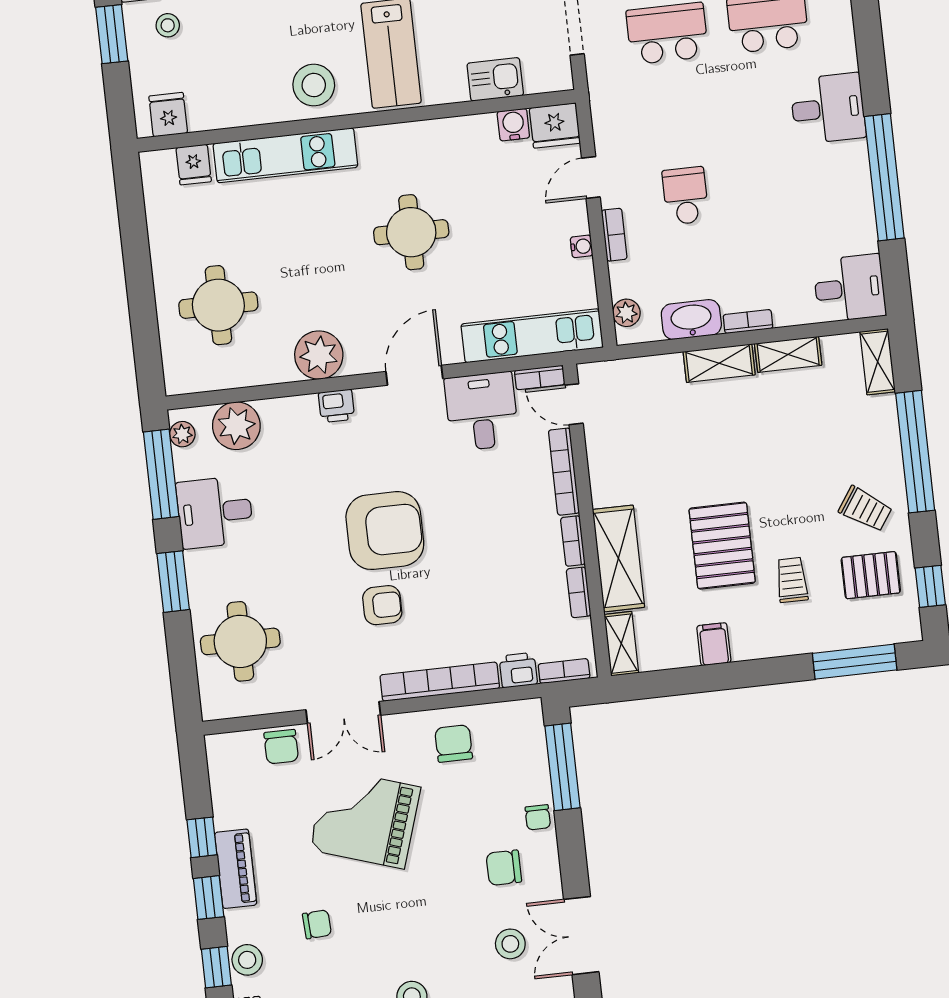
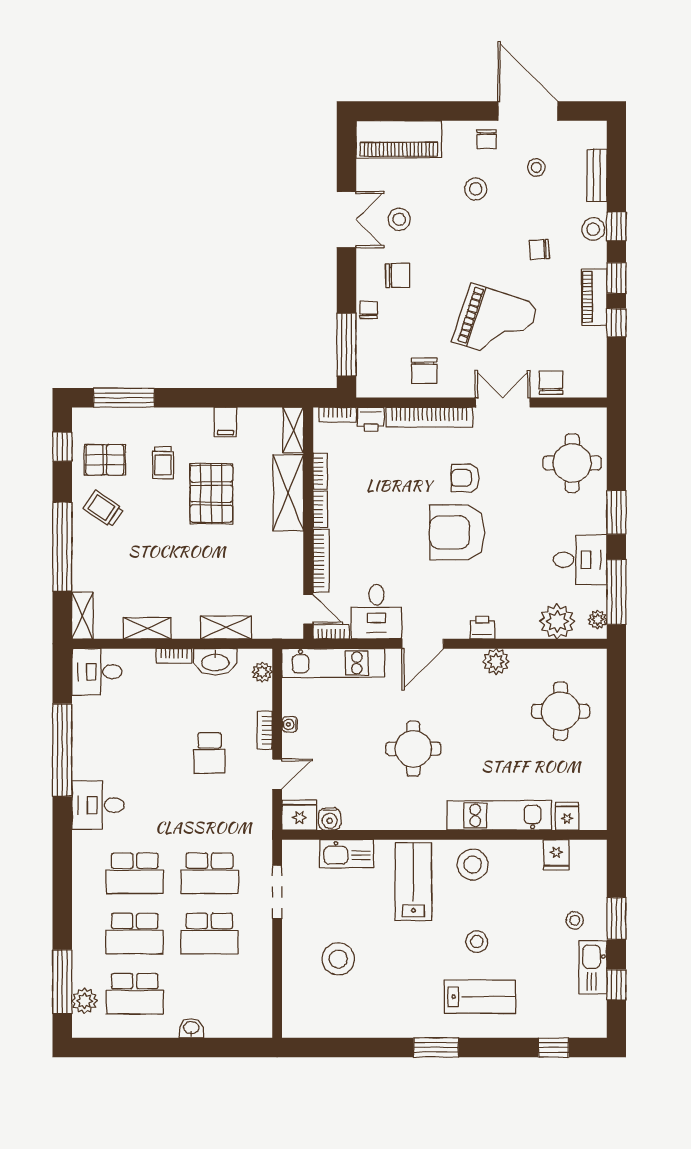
kitchen sink: (495, 79) -> (347, 854), width x1.38
fridge: (168, 115) -> (556, 855), moved
plant: (319, 355) -> (496, 662), width x0.73, depth x0.73
shelving: (719, 363) -> (226, 627), moved

